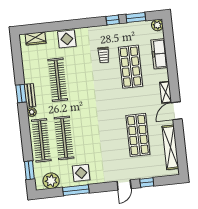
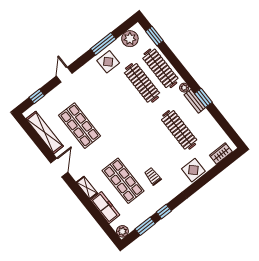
shelving: (166, 92) -> (87, 188), moved
window: (147, 183) -> (37, 96), moved

